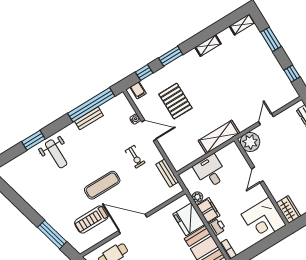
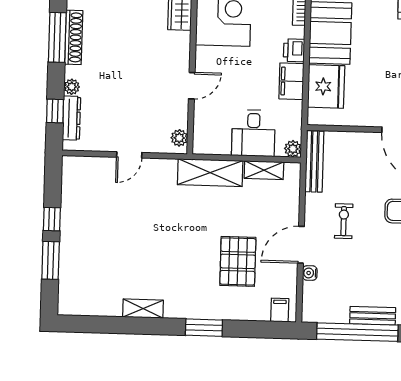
shelving: (242, 24) -> (264, 170), moved
window: (144, 72) -> (255, 329), removed
window: (292, 74) -> (52, 219), moved
door: (149, 131) -> (301, 245), hinge flipped
plant: (250, 142) -> (179, 138), width x0.53, depth x0.53
bench: (167, 173) -> (314, 161), width x1.36
plant: (197, 197) -> (293, 149), moved

